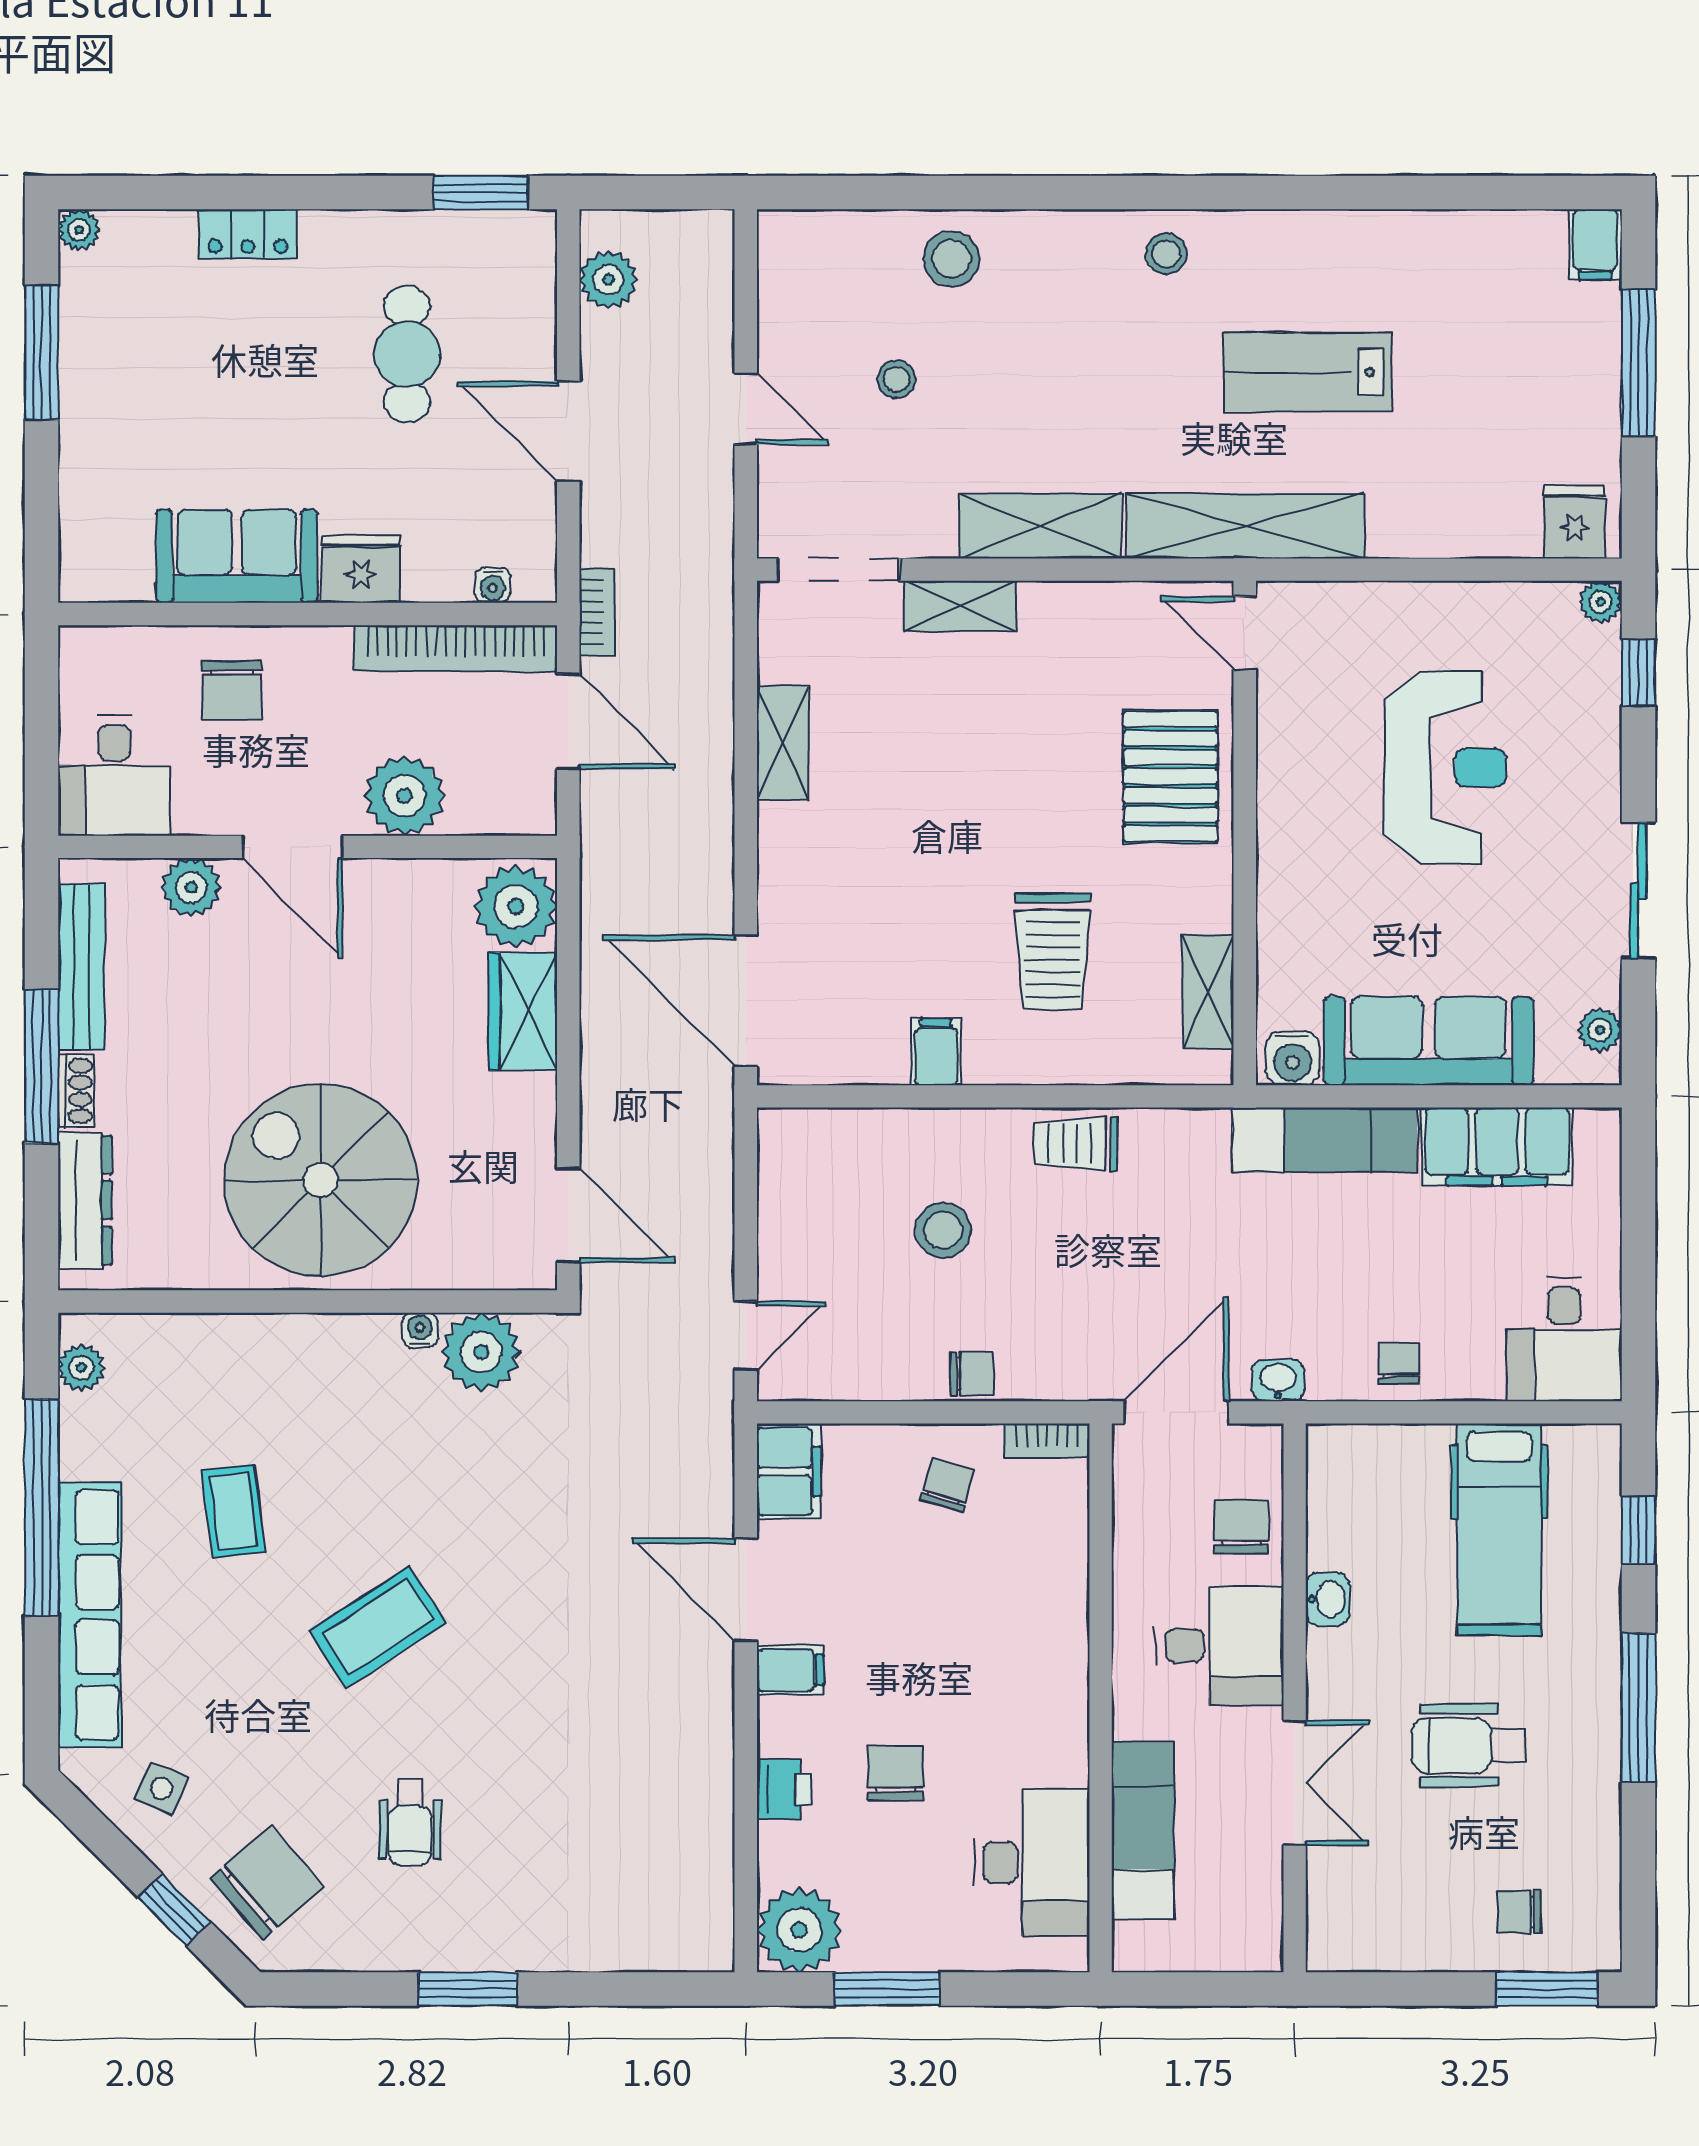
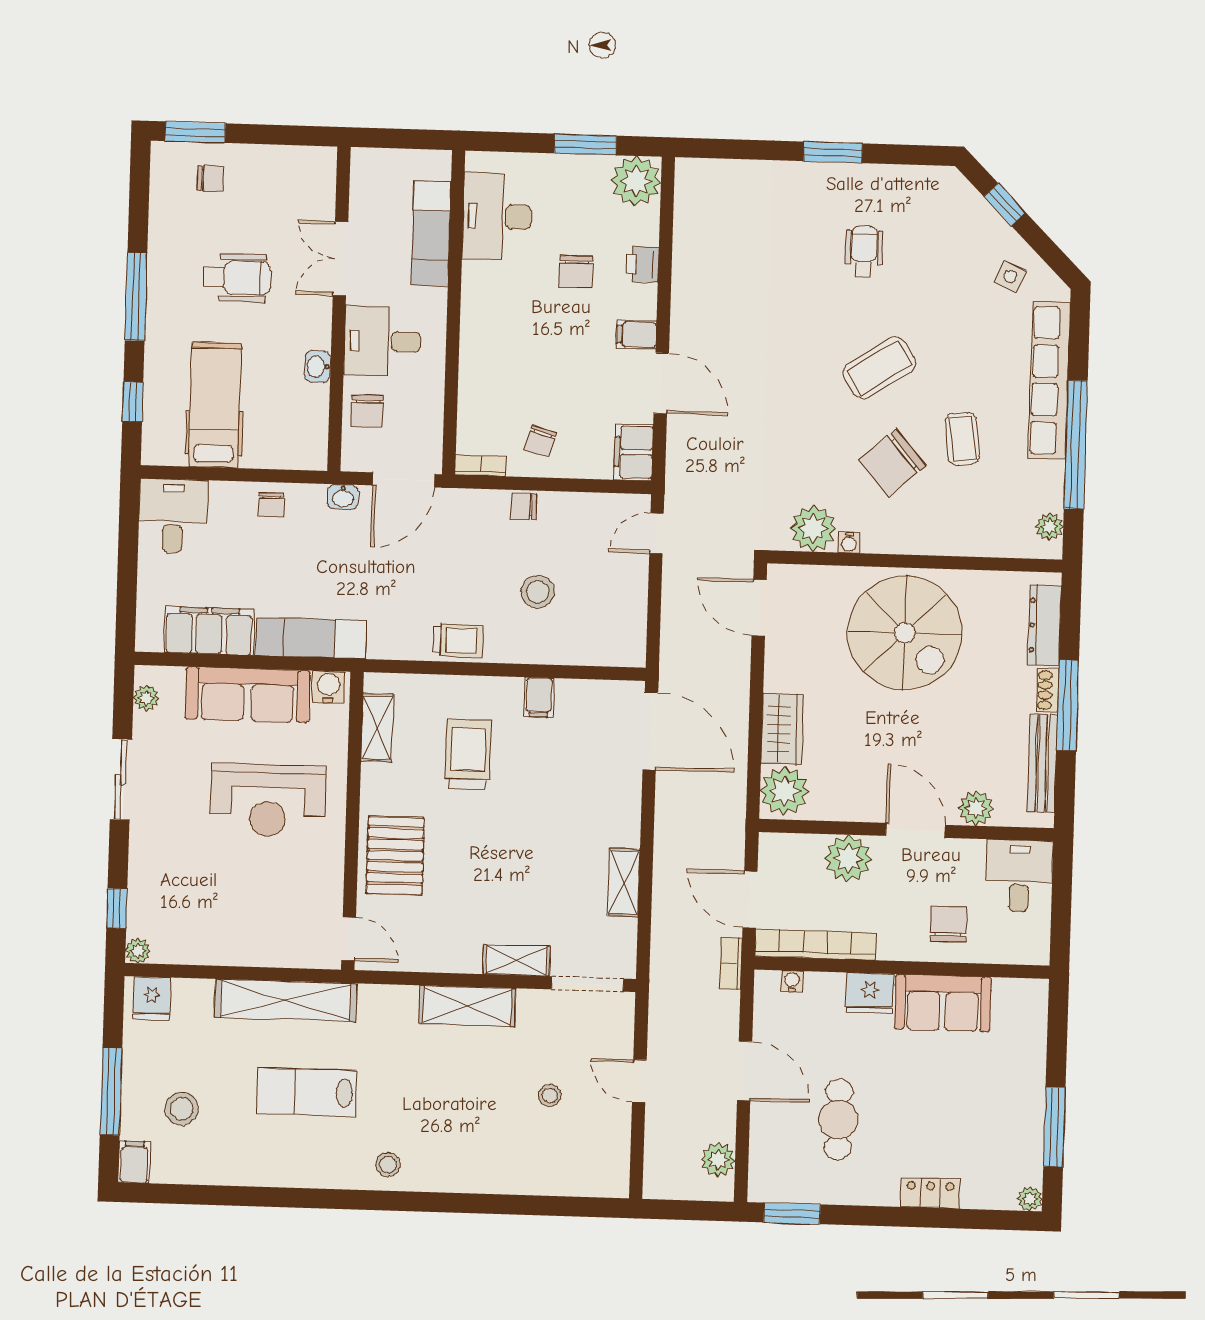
stool: (951, 259) -> (182, 1109), moved
lab bench: (1308, 372) -> (307, 1092), turned 180
shelving: (1245, 526) -> (286, 1000), moved
reception desk: (1445, 768) -> (268, 800), moved, turned -90
chair: (267, 1882) -> (893, 463), moved

